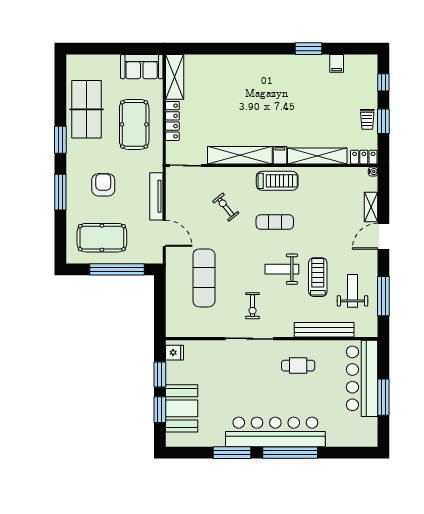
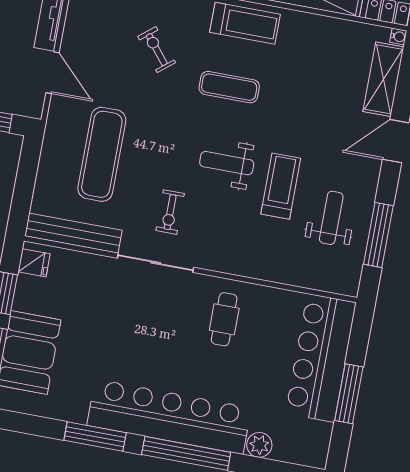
shelving: (371, 207) -> (383, 79), width x1.50, depth x1.33
bench: (324, 330) -> (73, 233), moved
cafe table: (298, 366) -> (224, 319), turned 90
plant: (334, 439) -> (259, 445), added

